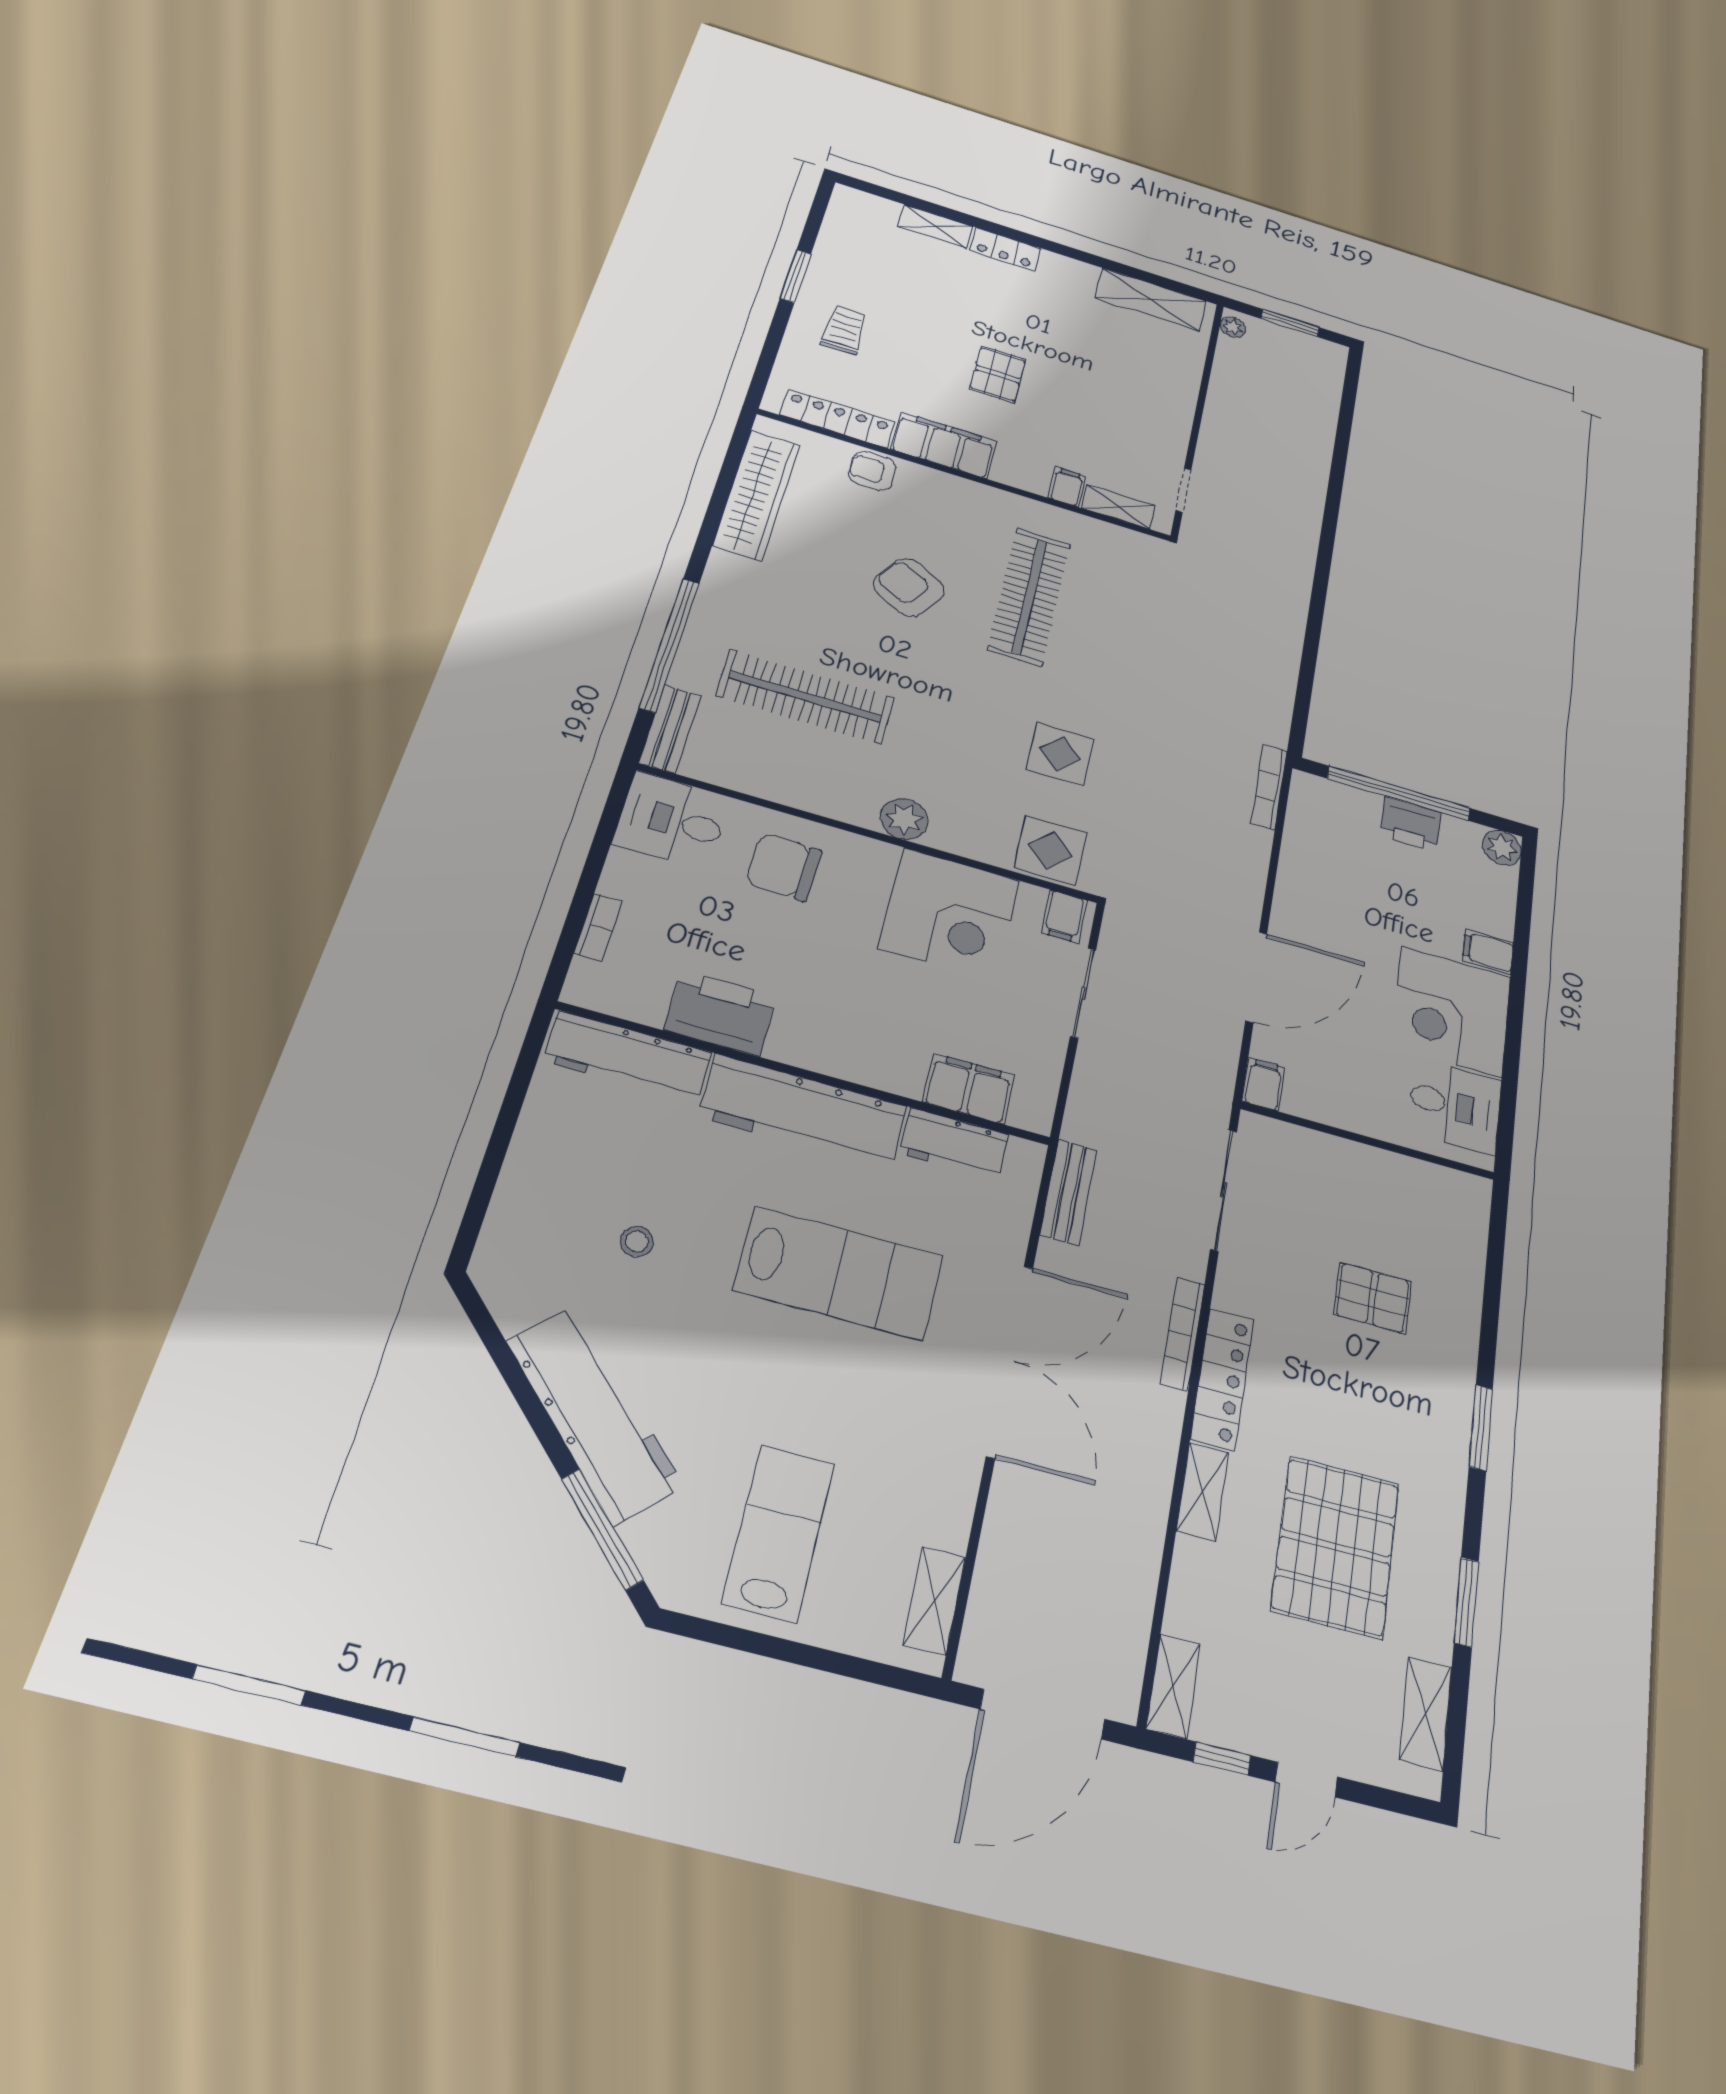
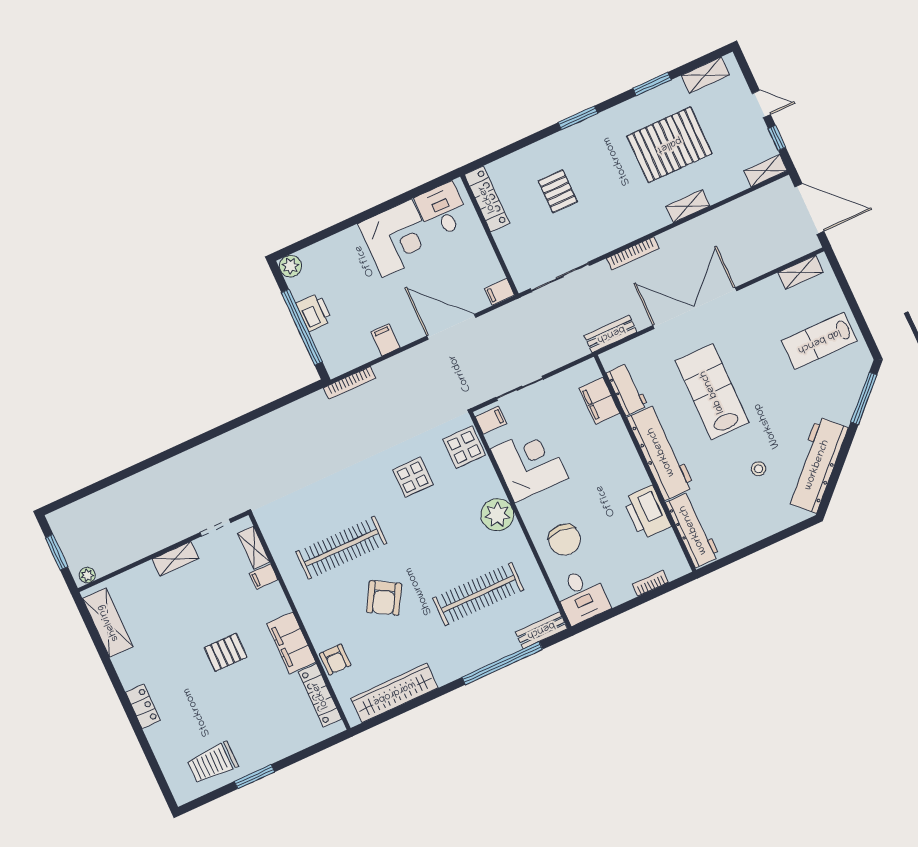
shelving: (935, 226) -> (175, 559), moved, turned 90
trolley: (844, 330) -> (213, 763), moved, width x1.36, depth x1.39
clothes rail: (805, 697) -> (478, 594), turned 90
plant: (904, 819) -> (497, 515), width x1.36, depth x1.36
filing cabinet: (1488, 952) -> (385, 340), moved, turned 180
locker: (1222, 1379) -> (487, 199), moved, turned 90
workbench: (594, 1413) -> (817, 465), moved

